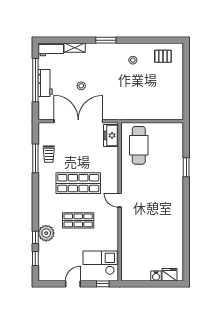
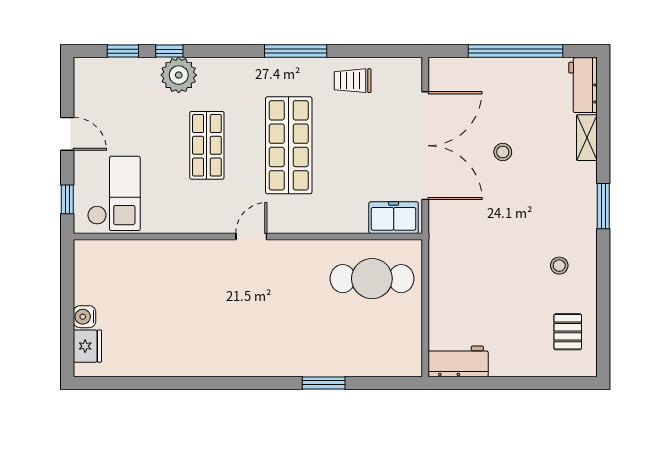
workbench: (45, 83) -> (458, 361), moved, turned 180
window: (35, 158) -> (296, 51), moved

